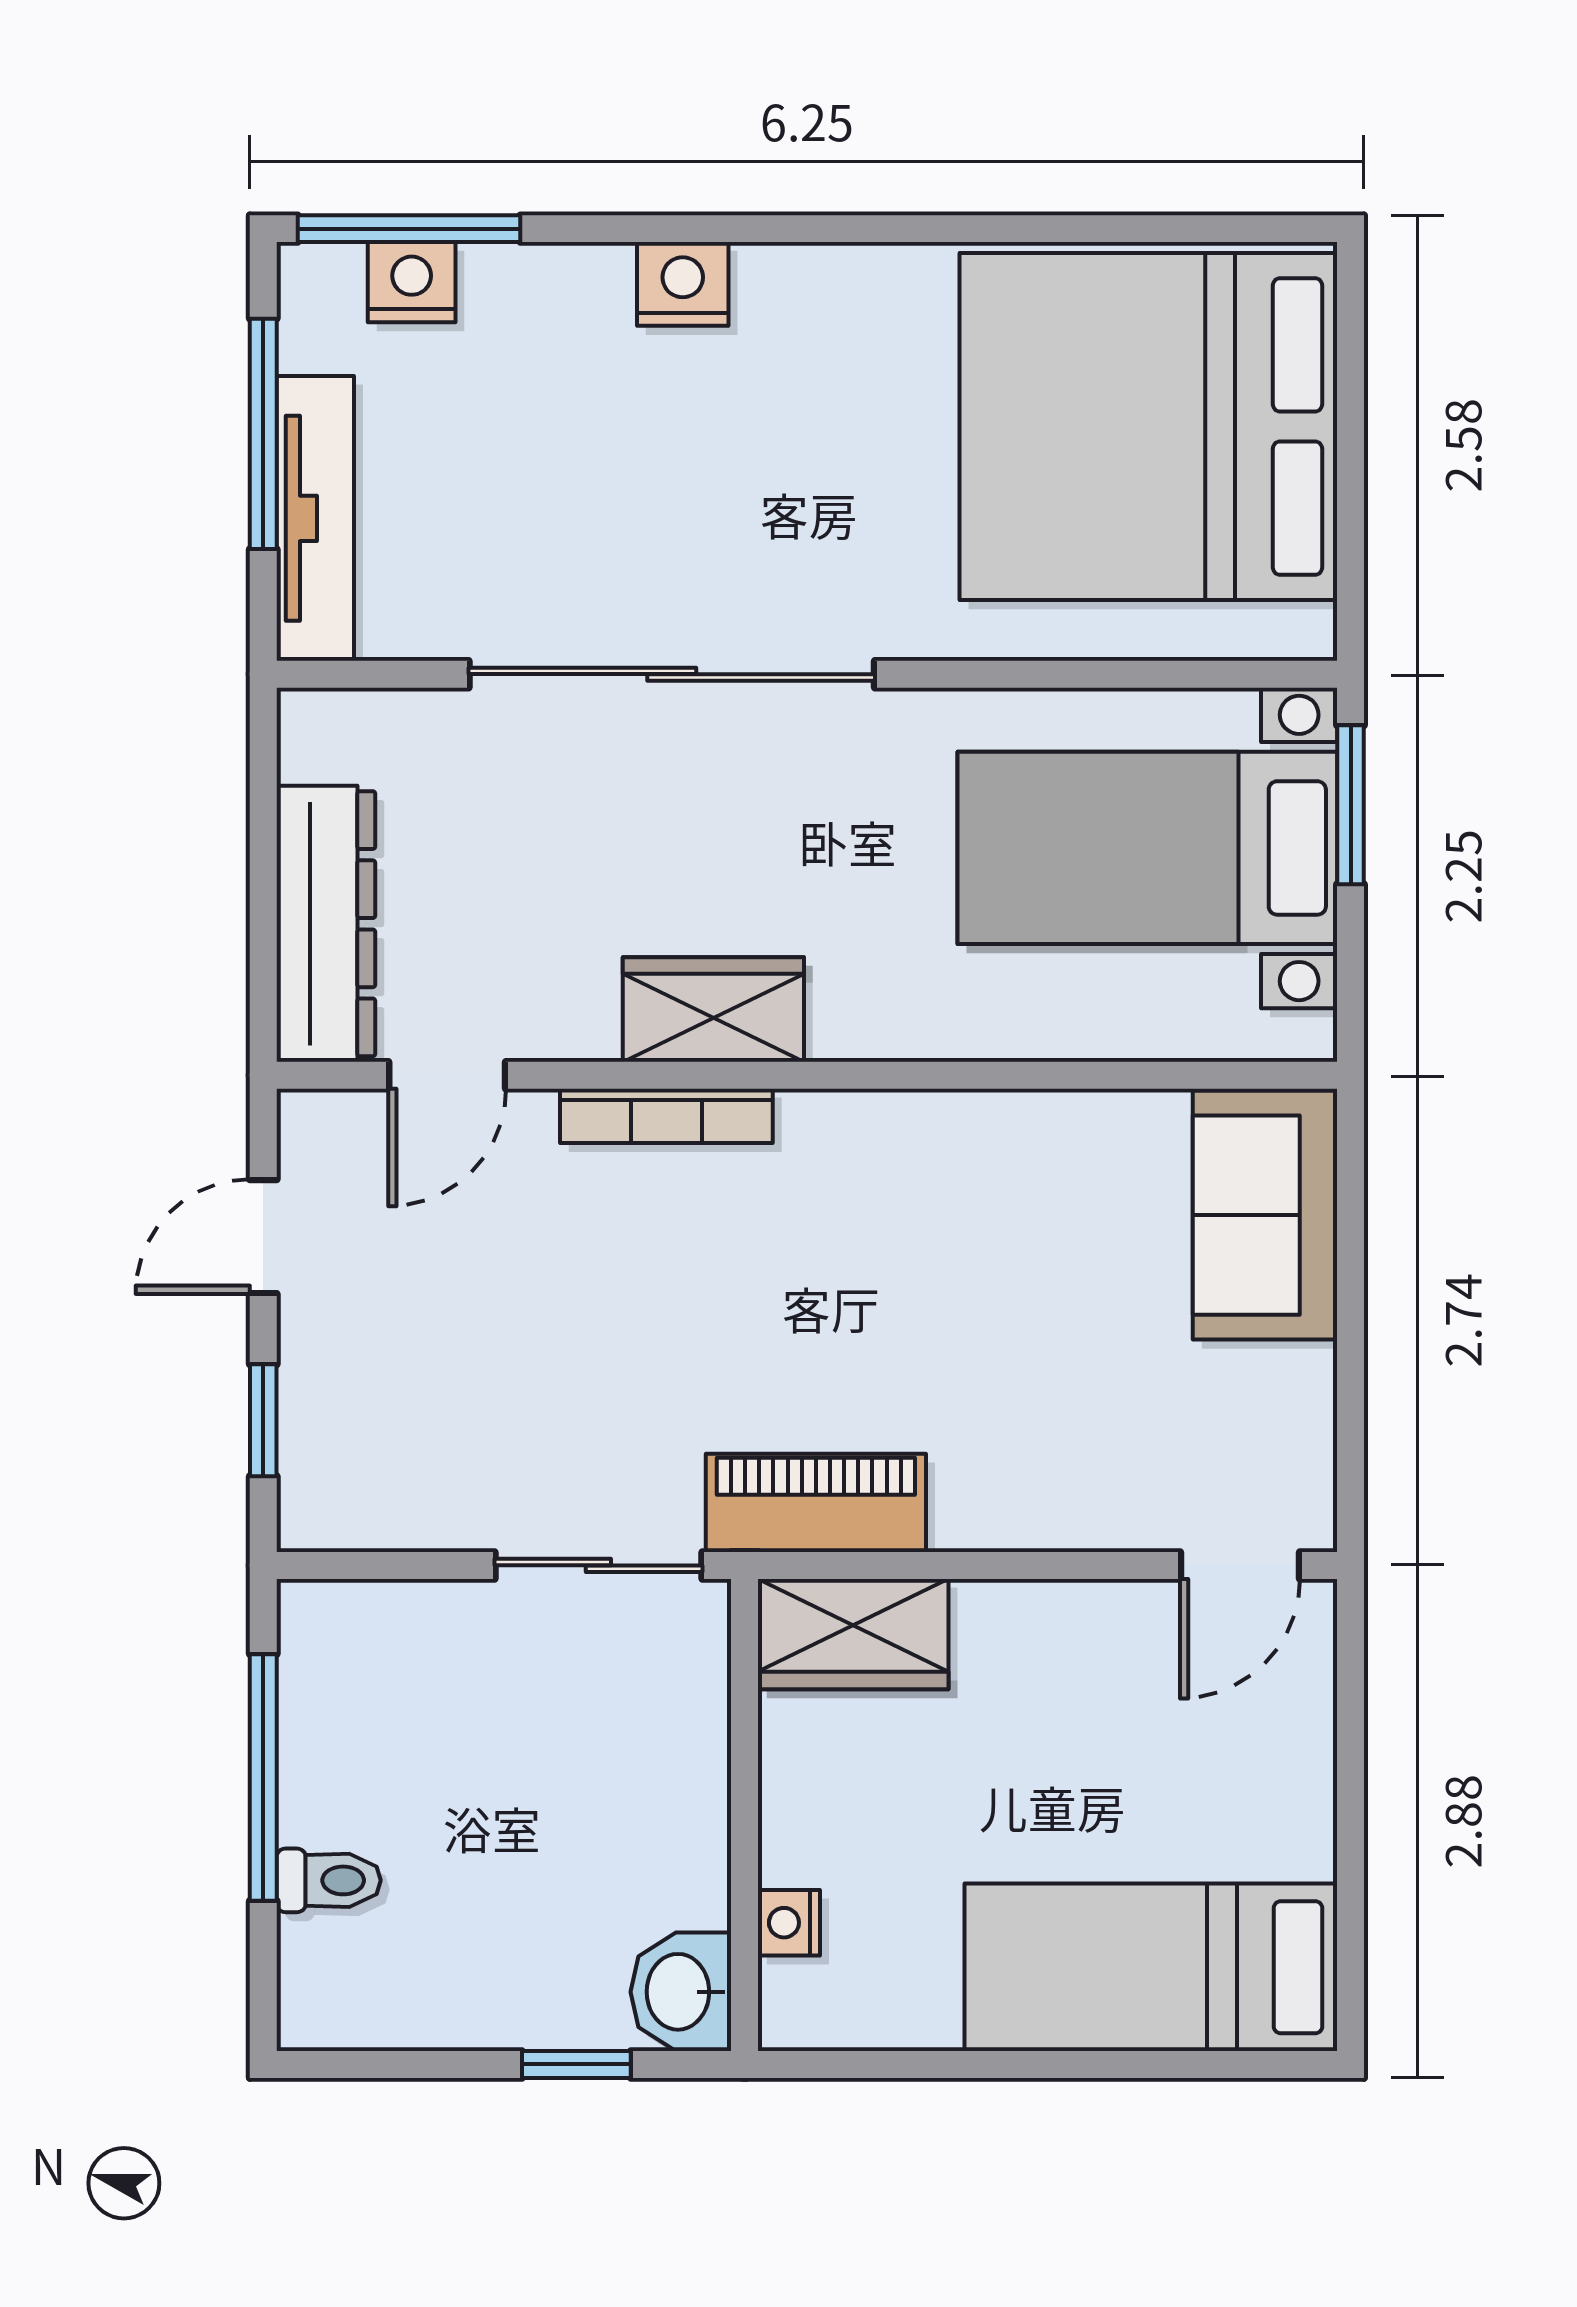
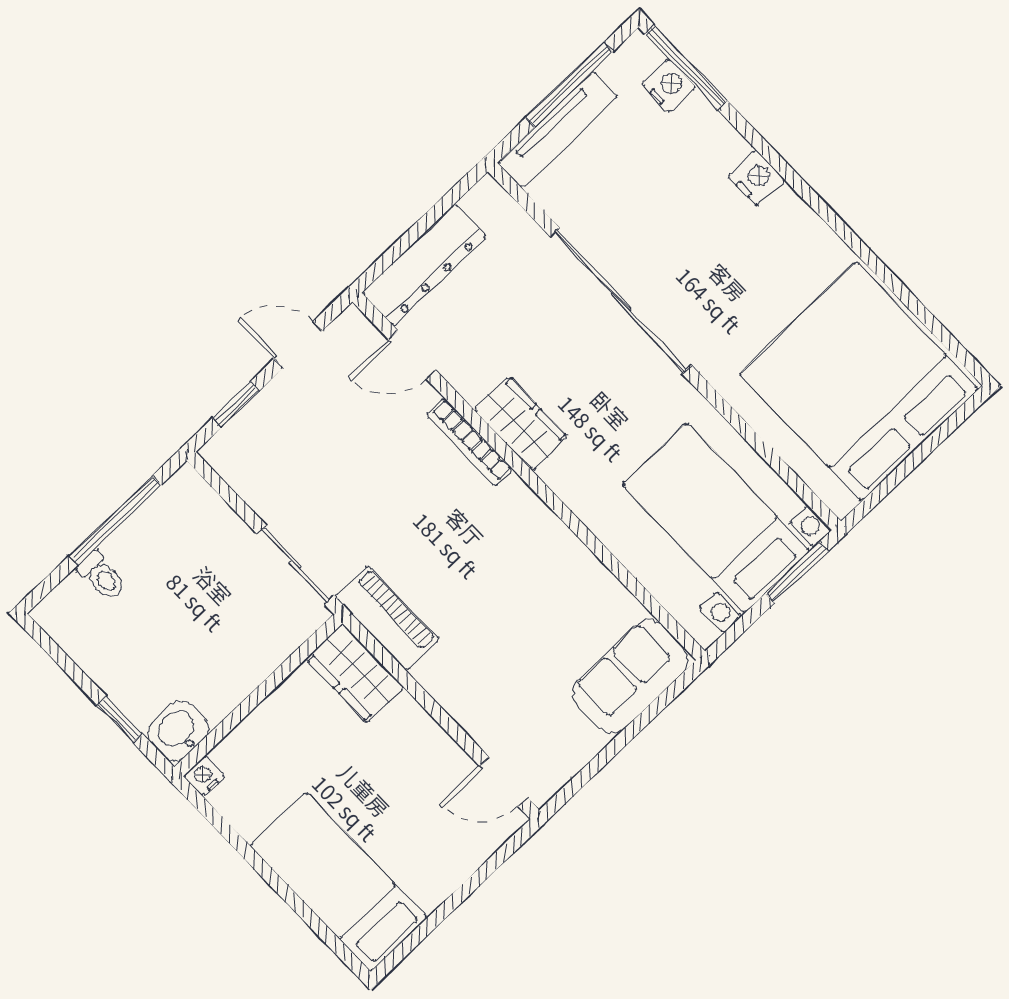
nightstand: (789, 1923) -> (204, 776), moved

